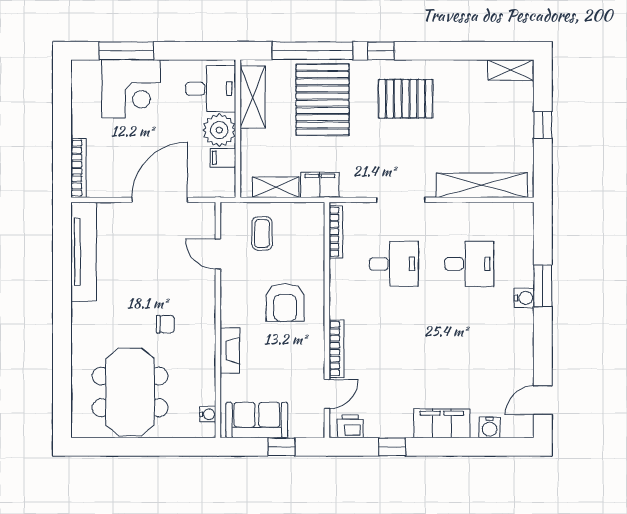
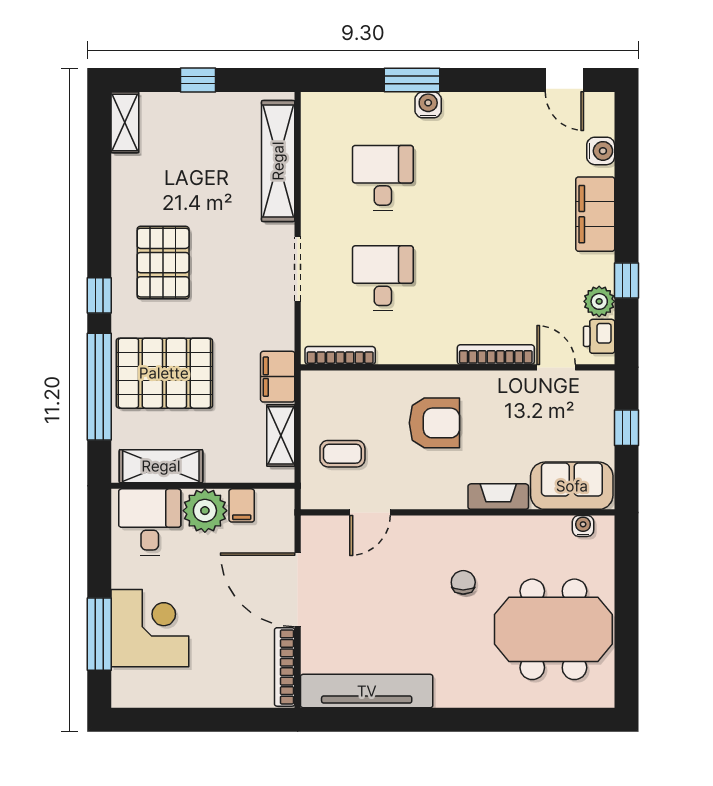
bookcase: (79, 168) -> (285, 667), moved, turned -90
sofa: (257, 420) -> (572, 486), moved, turned 90
plant: (376, 426) -> (599, 301), added

